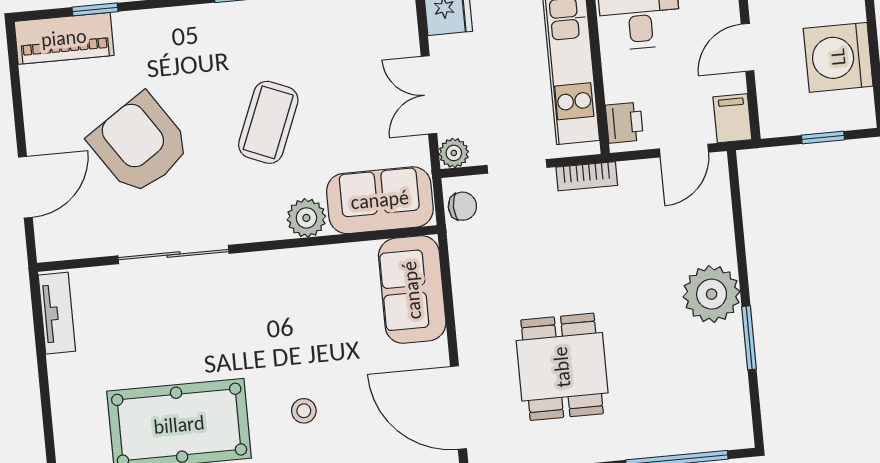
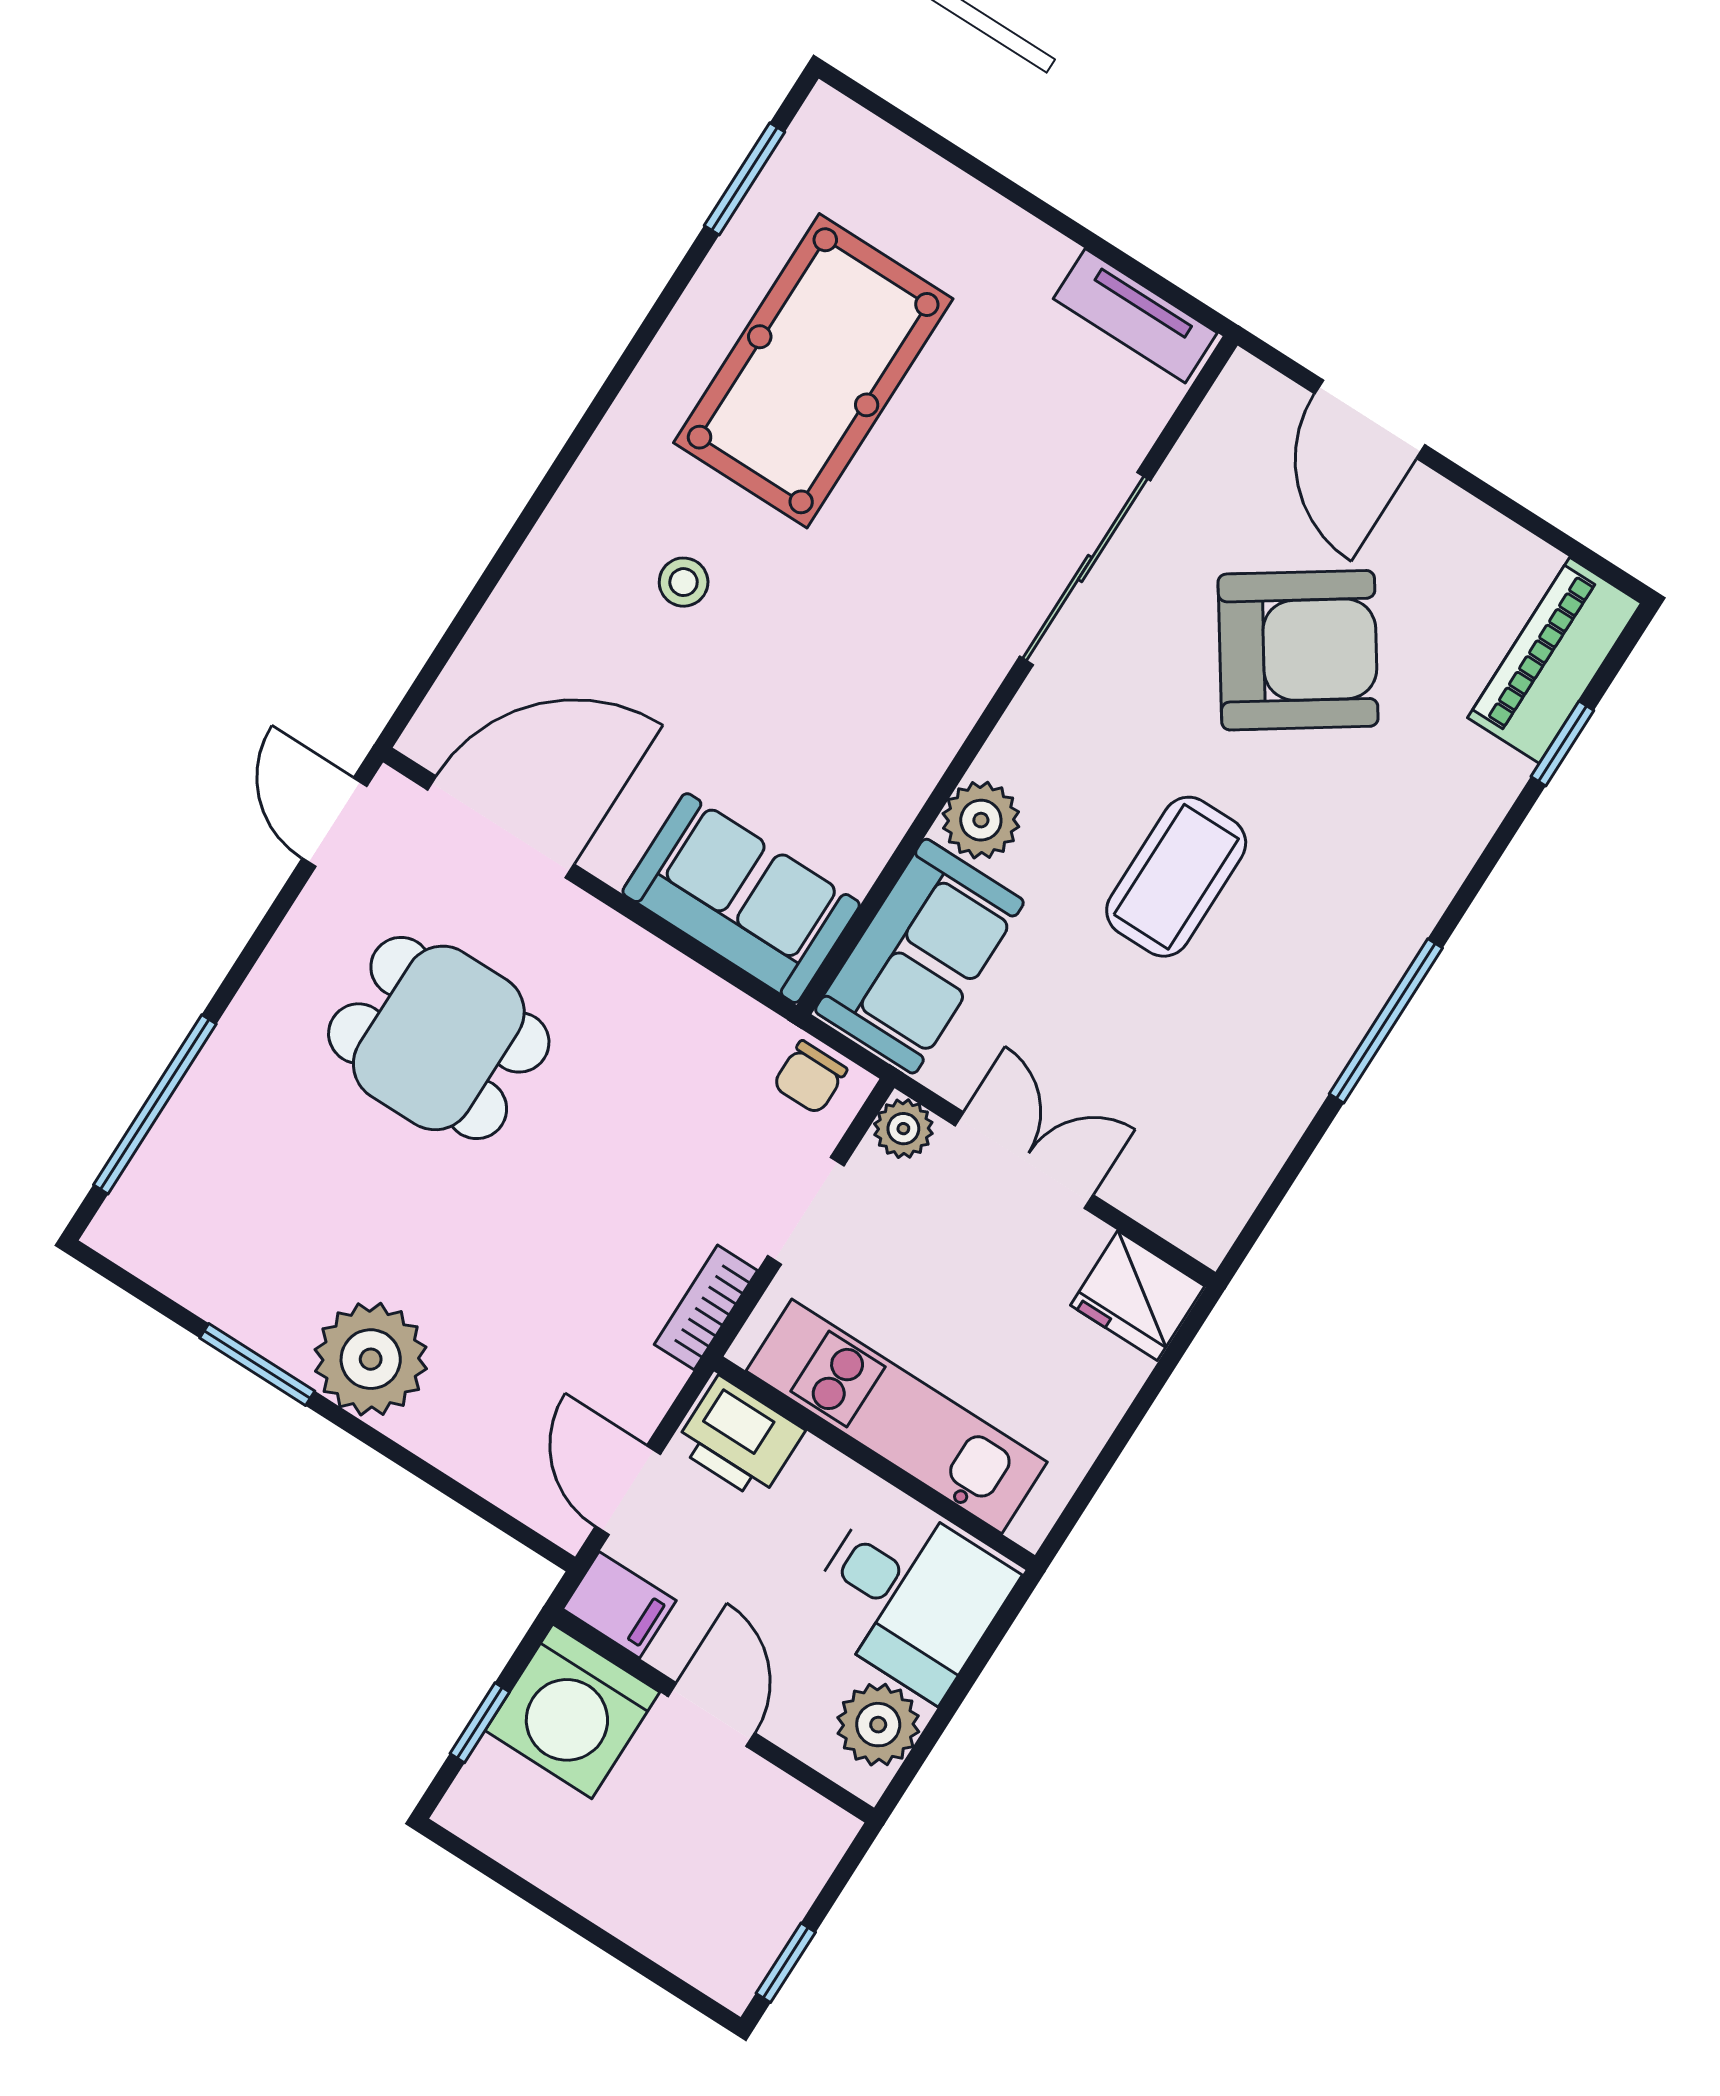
washing machine: (838, 57) -> (572, 1711), moved, turned 180
coffee table: (268, 122) -> (1176, 877), turned 68
printer: (624, 123) -> (739, 1438), width x1.36, depth x1.24

